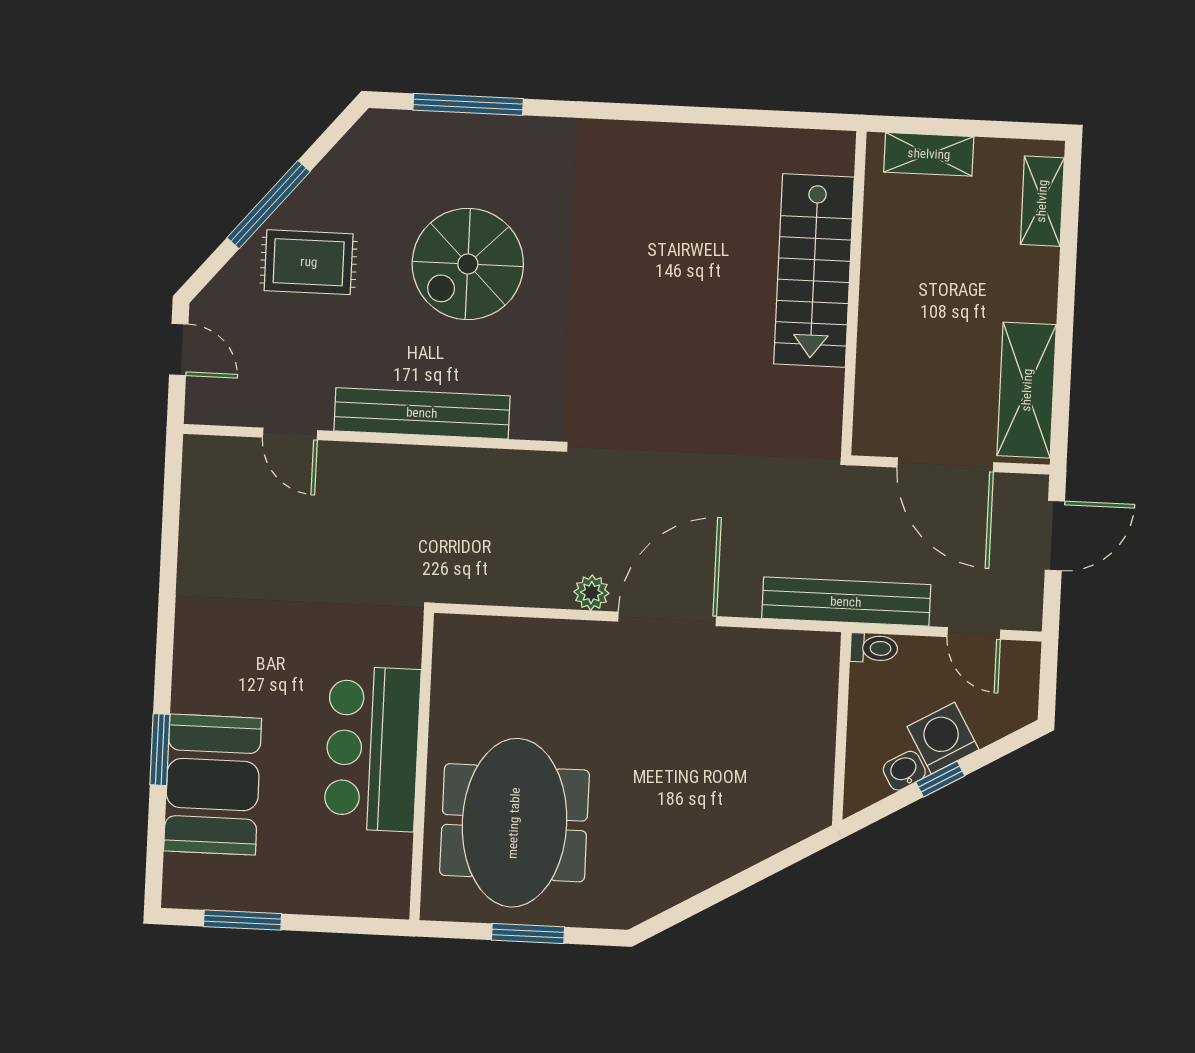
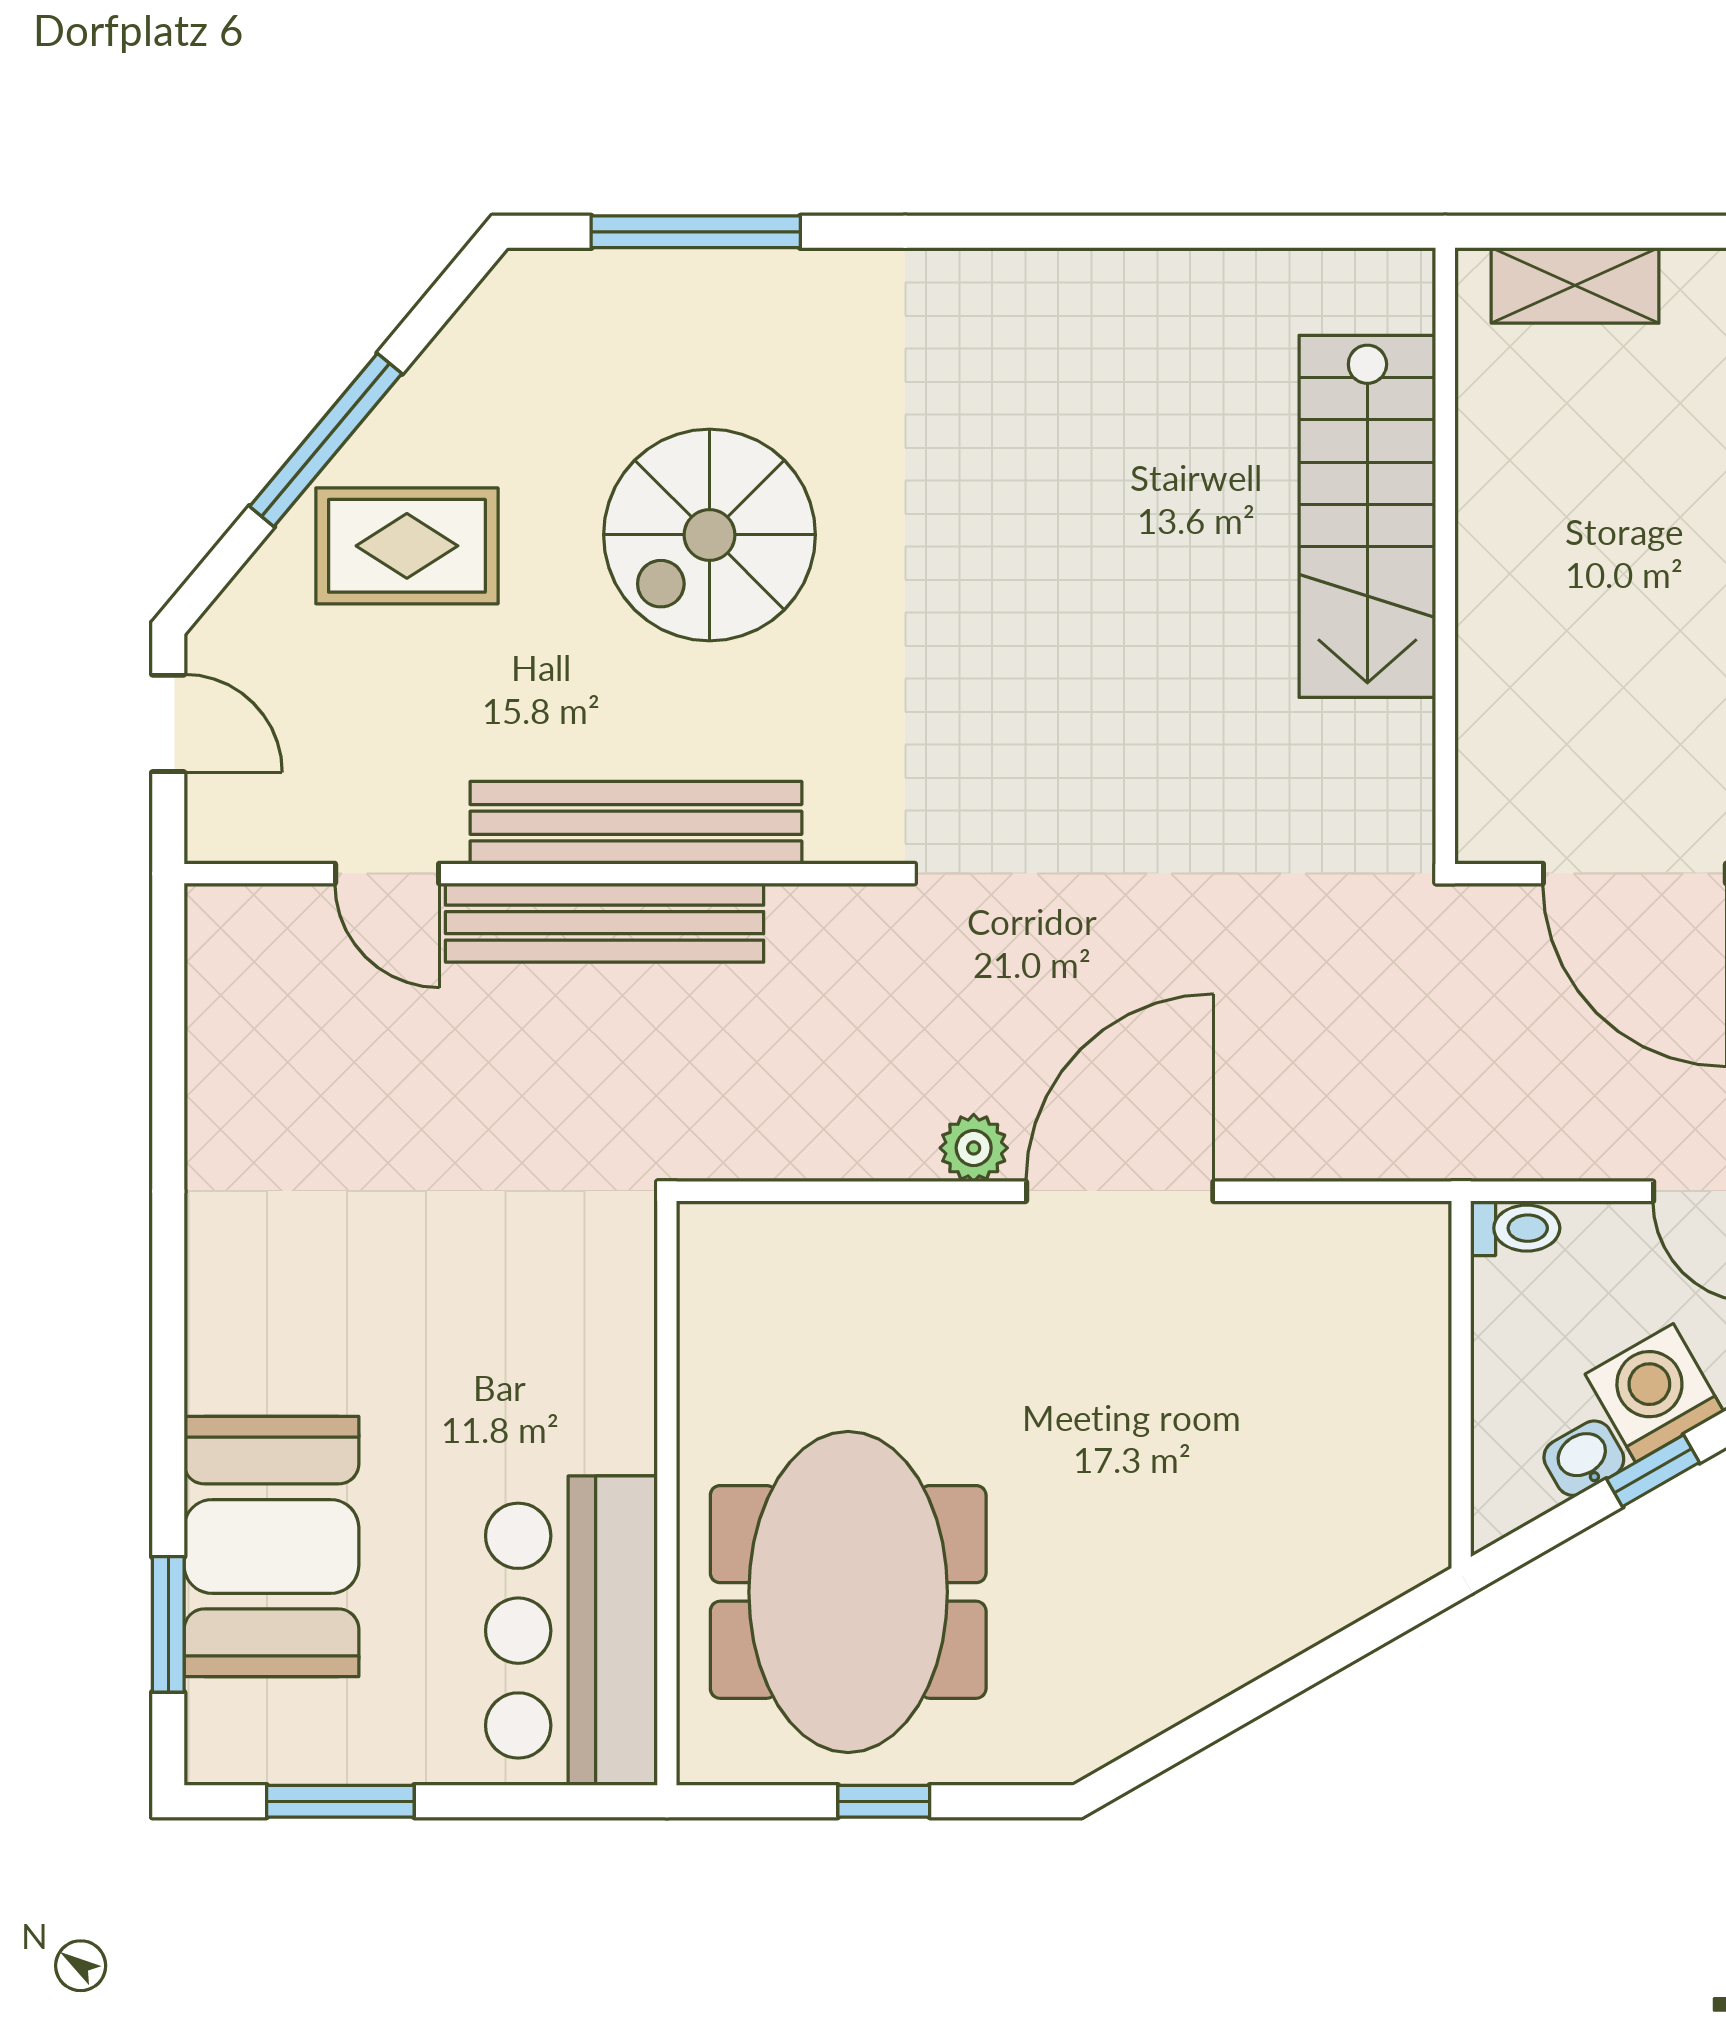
bench: (846, 602) -> (605, 923), moved
bar counter: (372, 749) -> (571, 1631), moved
window: (160, 750) -> (168, 1624), moved
window: (528, 934) -> (884, 1801), width x0.67

